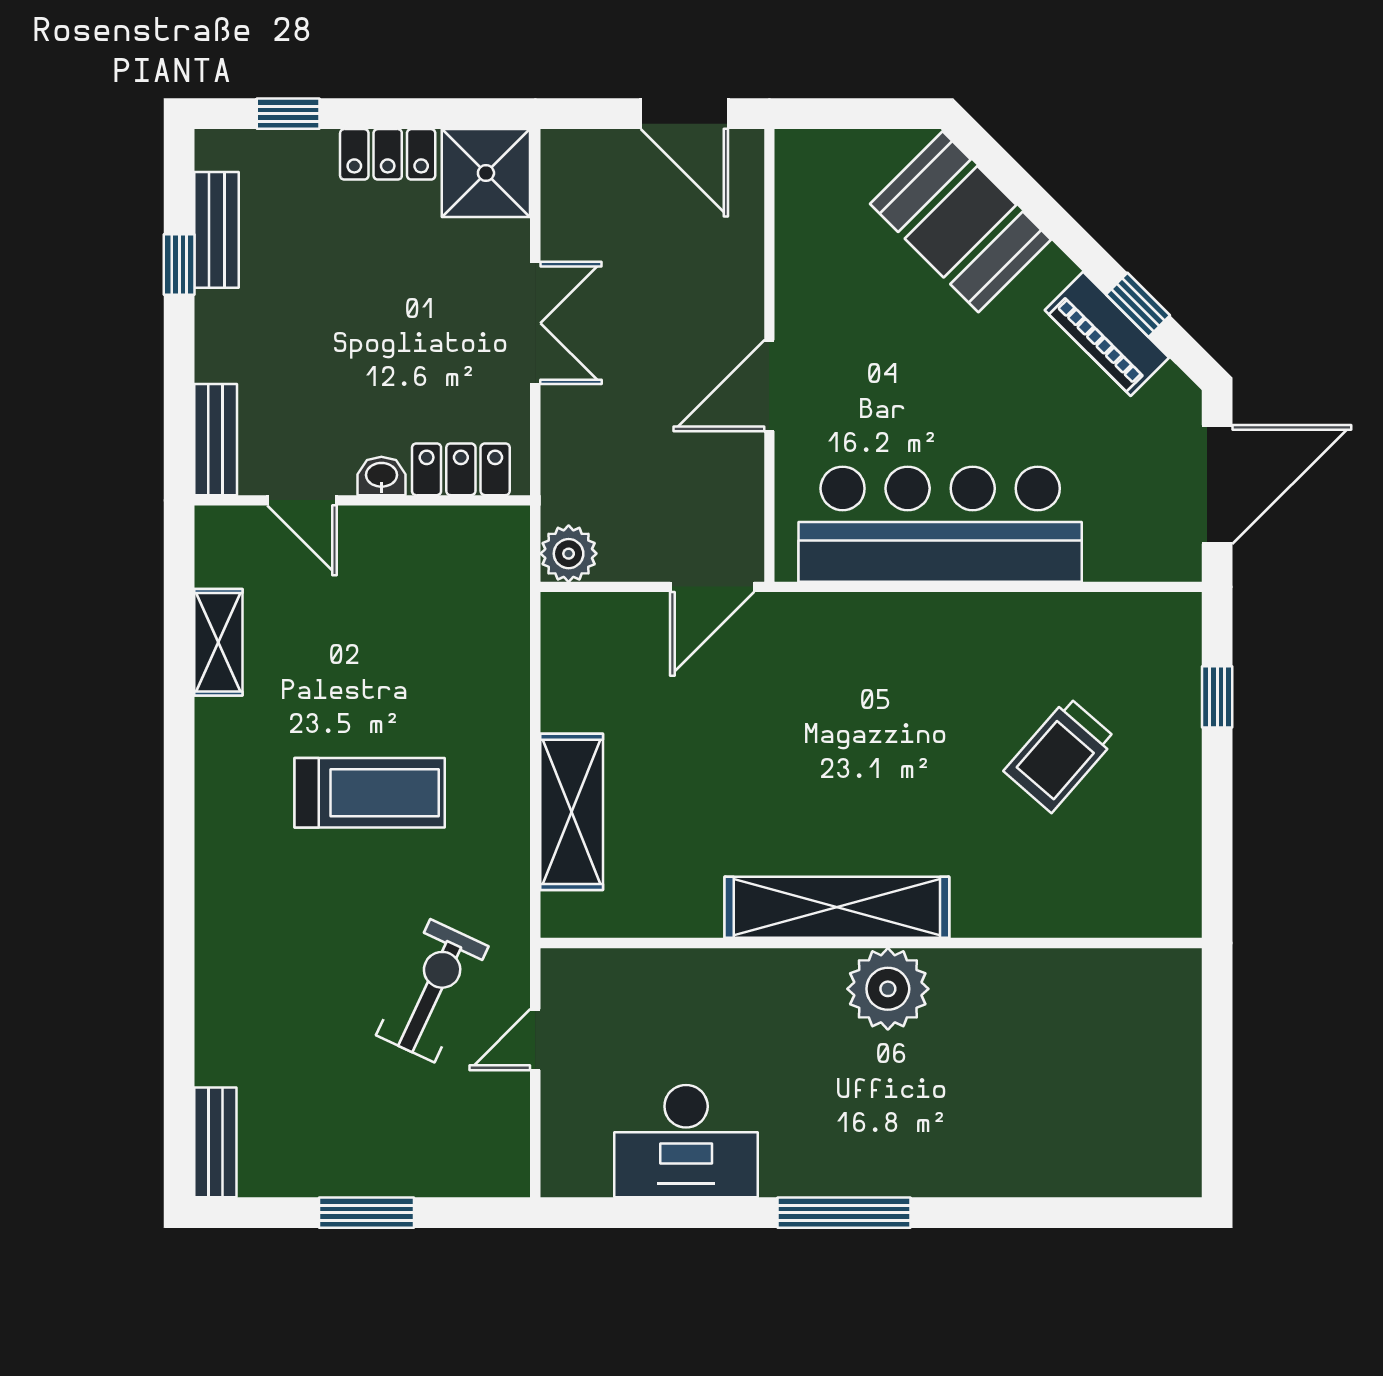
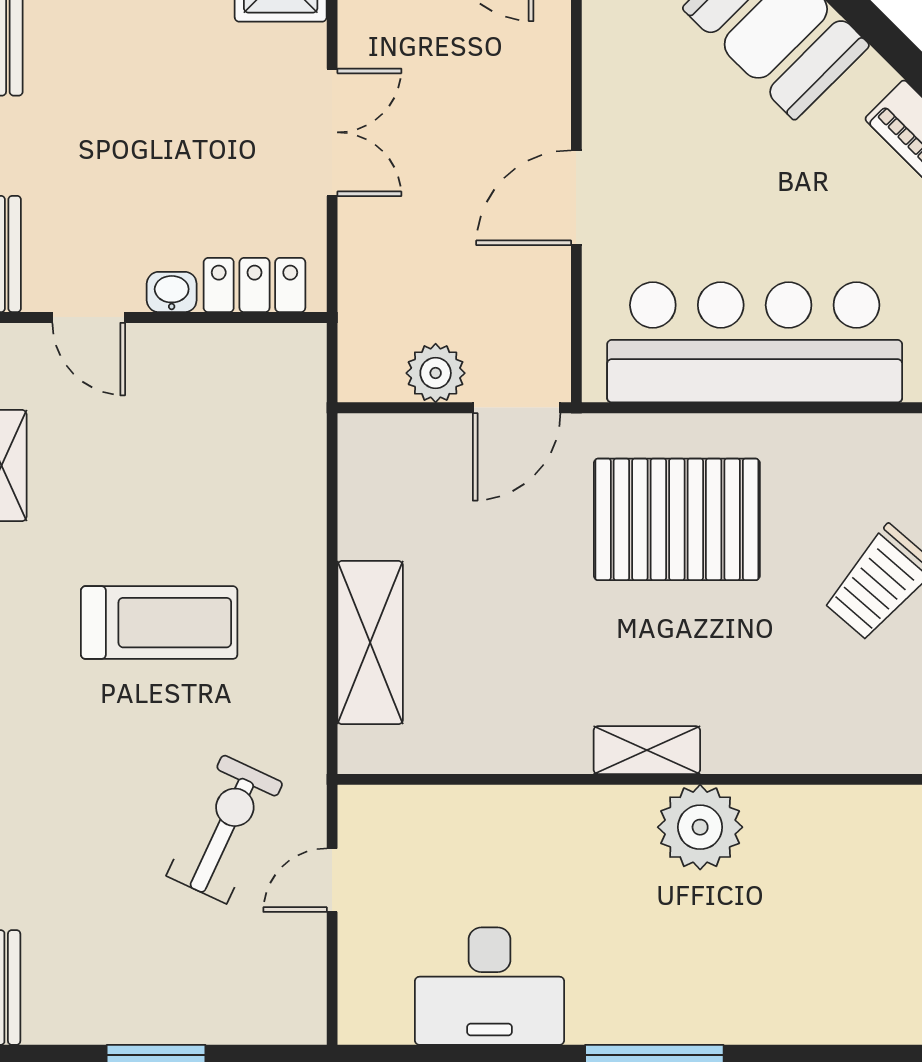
plant: (569, 554) -> (436, 373), moved
pallet: (866, 694) -> (677, 519), added
shelving: (837, 907) -> (647, 750), width x0.45, depth x0.75

